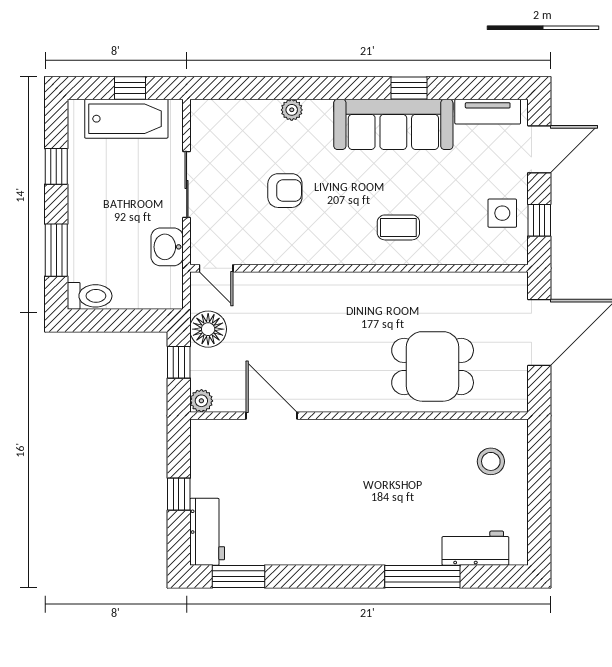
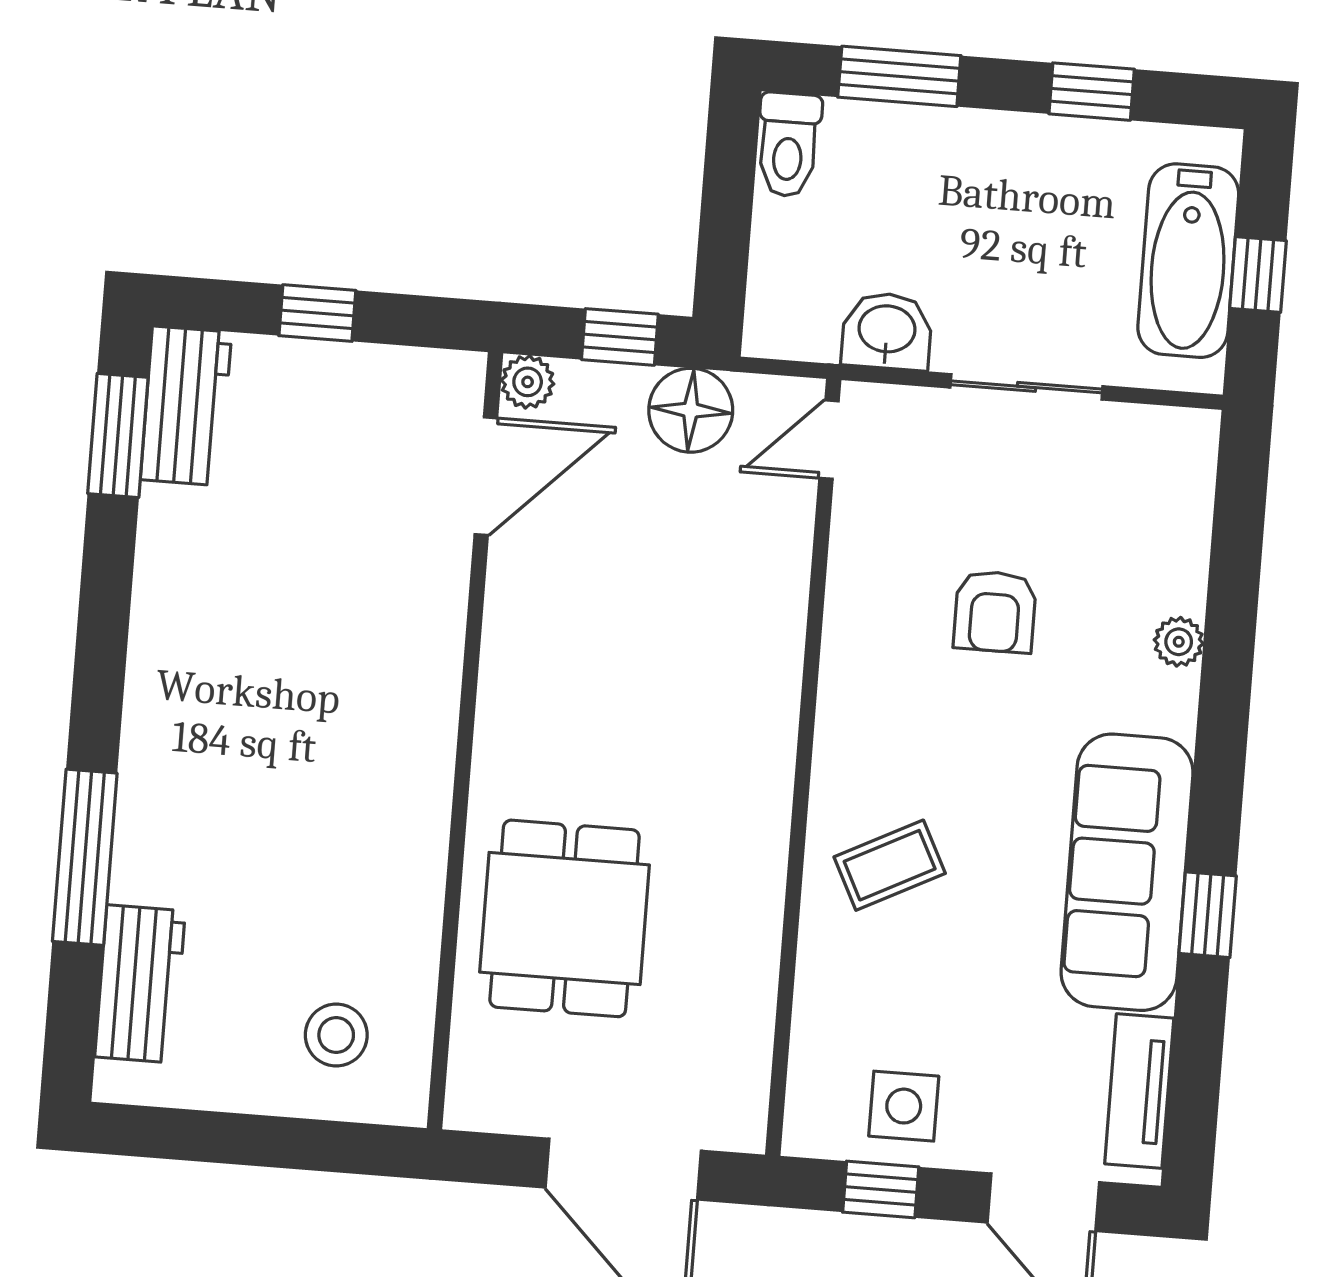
coffee table: (398, 227) -> (890, 865), turned 63
door: (271, 416) -> (486, 476), moved
workbench: (207, 532) -> (186, 406), moved, turned -90

